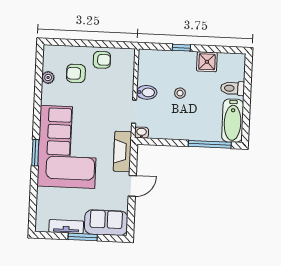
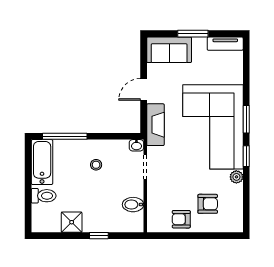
plant: (48, 78) -> (236, 177), moved
bidet: (147, 92) -> (133, 205), moved
stool: (180, 93) -> (96, 165), moved
window: (37, 118) -> (246, 156), added
tv unit: (66, 227) -> (225, 44), moved

